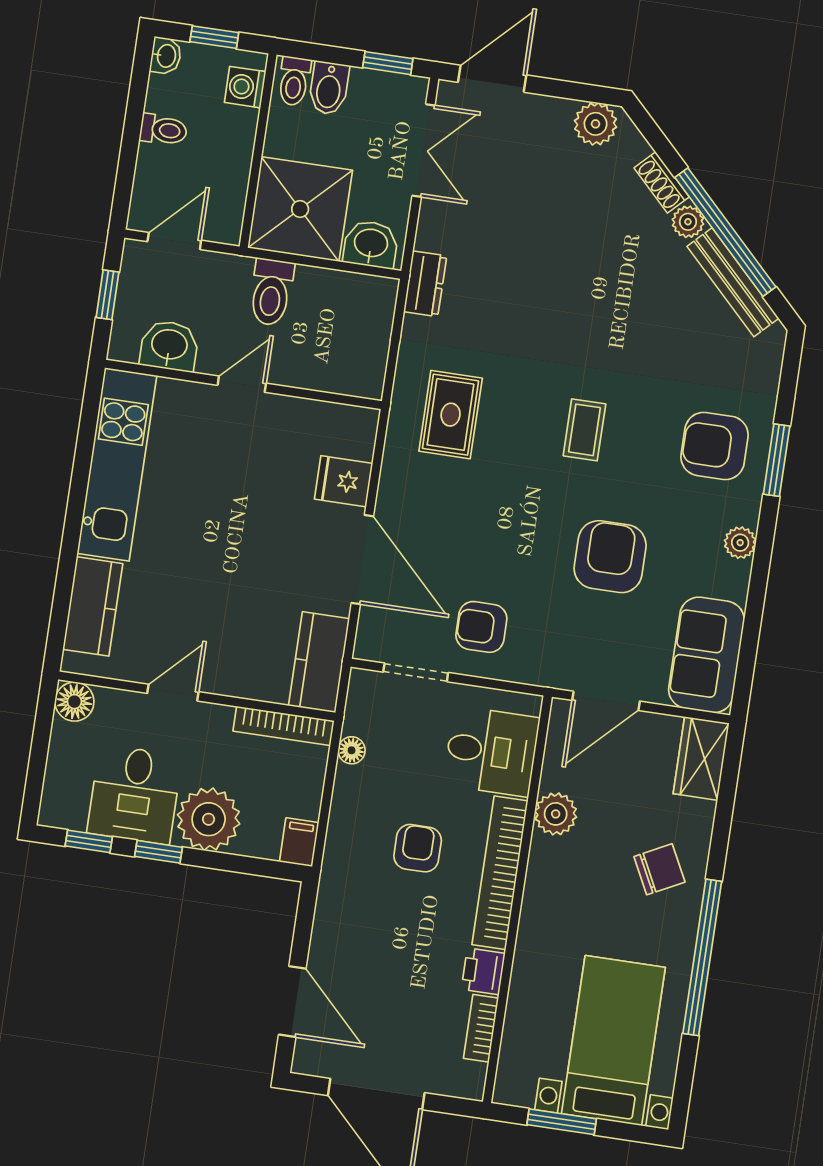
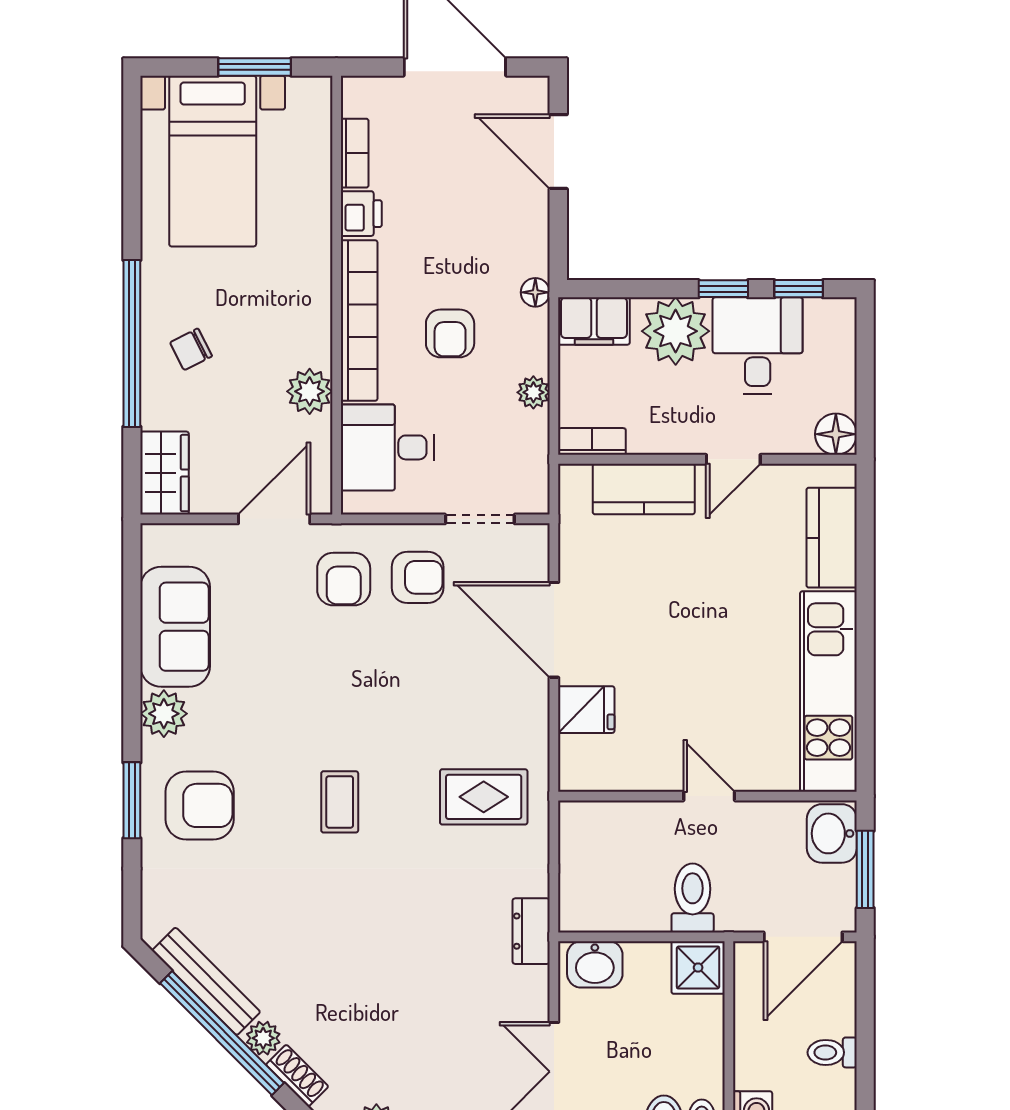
shower: (300, 209) -> (698, 968), width x0.54, depth x0.54
door: (174, 241) -> (803, 937), width x1.38
window: (107, 295) -> (865, 869), width x1.50
washbasin: (169, 346) -> (832, 833), moved, turned 90
door: (242, 384) -> (709, 796), swing flipped
rug: (451, 415) -> (484, 797), turned 90
plant: (740, 543) -> (164, 714), width x1.38, depth x1.38
armchair: (610, 557) -> (344, 579), moved, width x0.72, depth x0.72
sofa: (707, 655) -> (175, 627), moved
kitchen counter: (319, 662) -> (644, 489), moved, turned 90
bookcase: (284, 726) -> (592, 441), width x0.64
floor lamp: (352, 750) -> (535, 292), moved
plant: (349, 782) -> (533, 392), added
filing cabinet: (299, 842) -> (594, 321), width x2.00
chair: (659, 869) -> (191, 349), width x0.73, depth x0.73
window: (702, 957) -> (132, 343), moved

